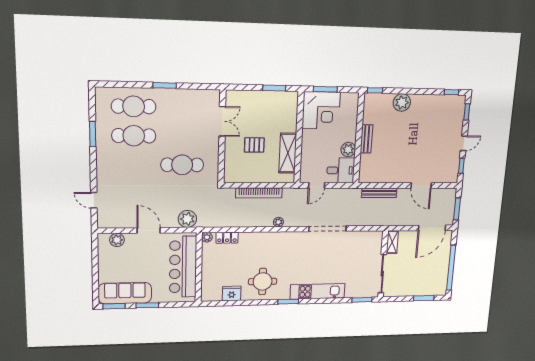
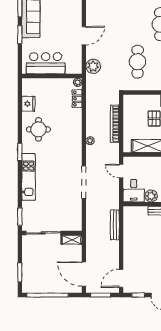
door: (421, 185) -> (121, 278), moved
plant: (117, 240) -> (76, 11), removed
bar counter: (183, 267) -> (46, 63), width x0.73

